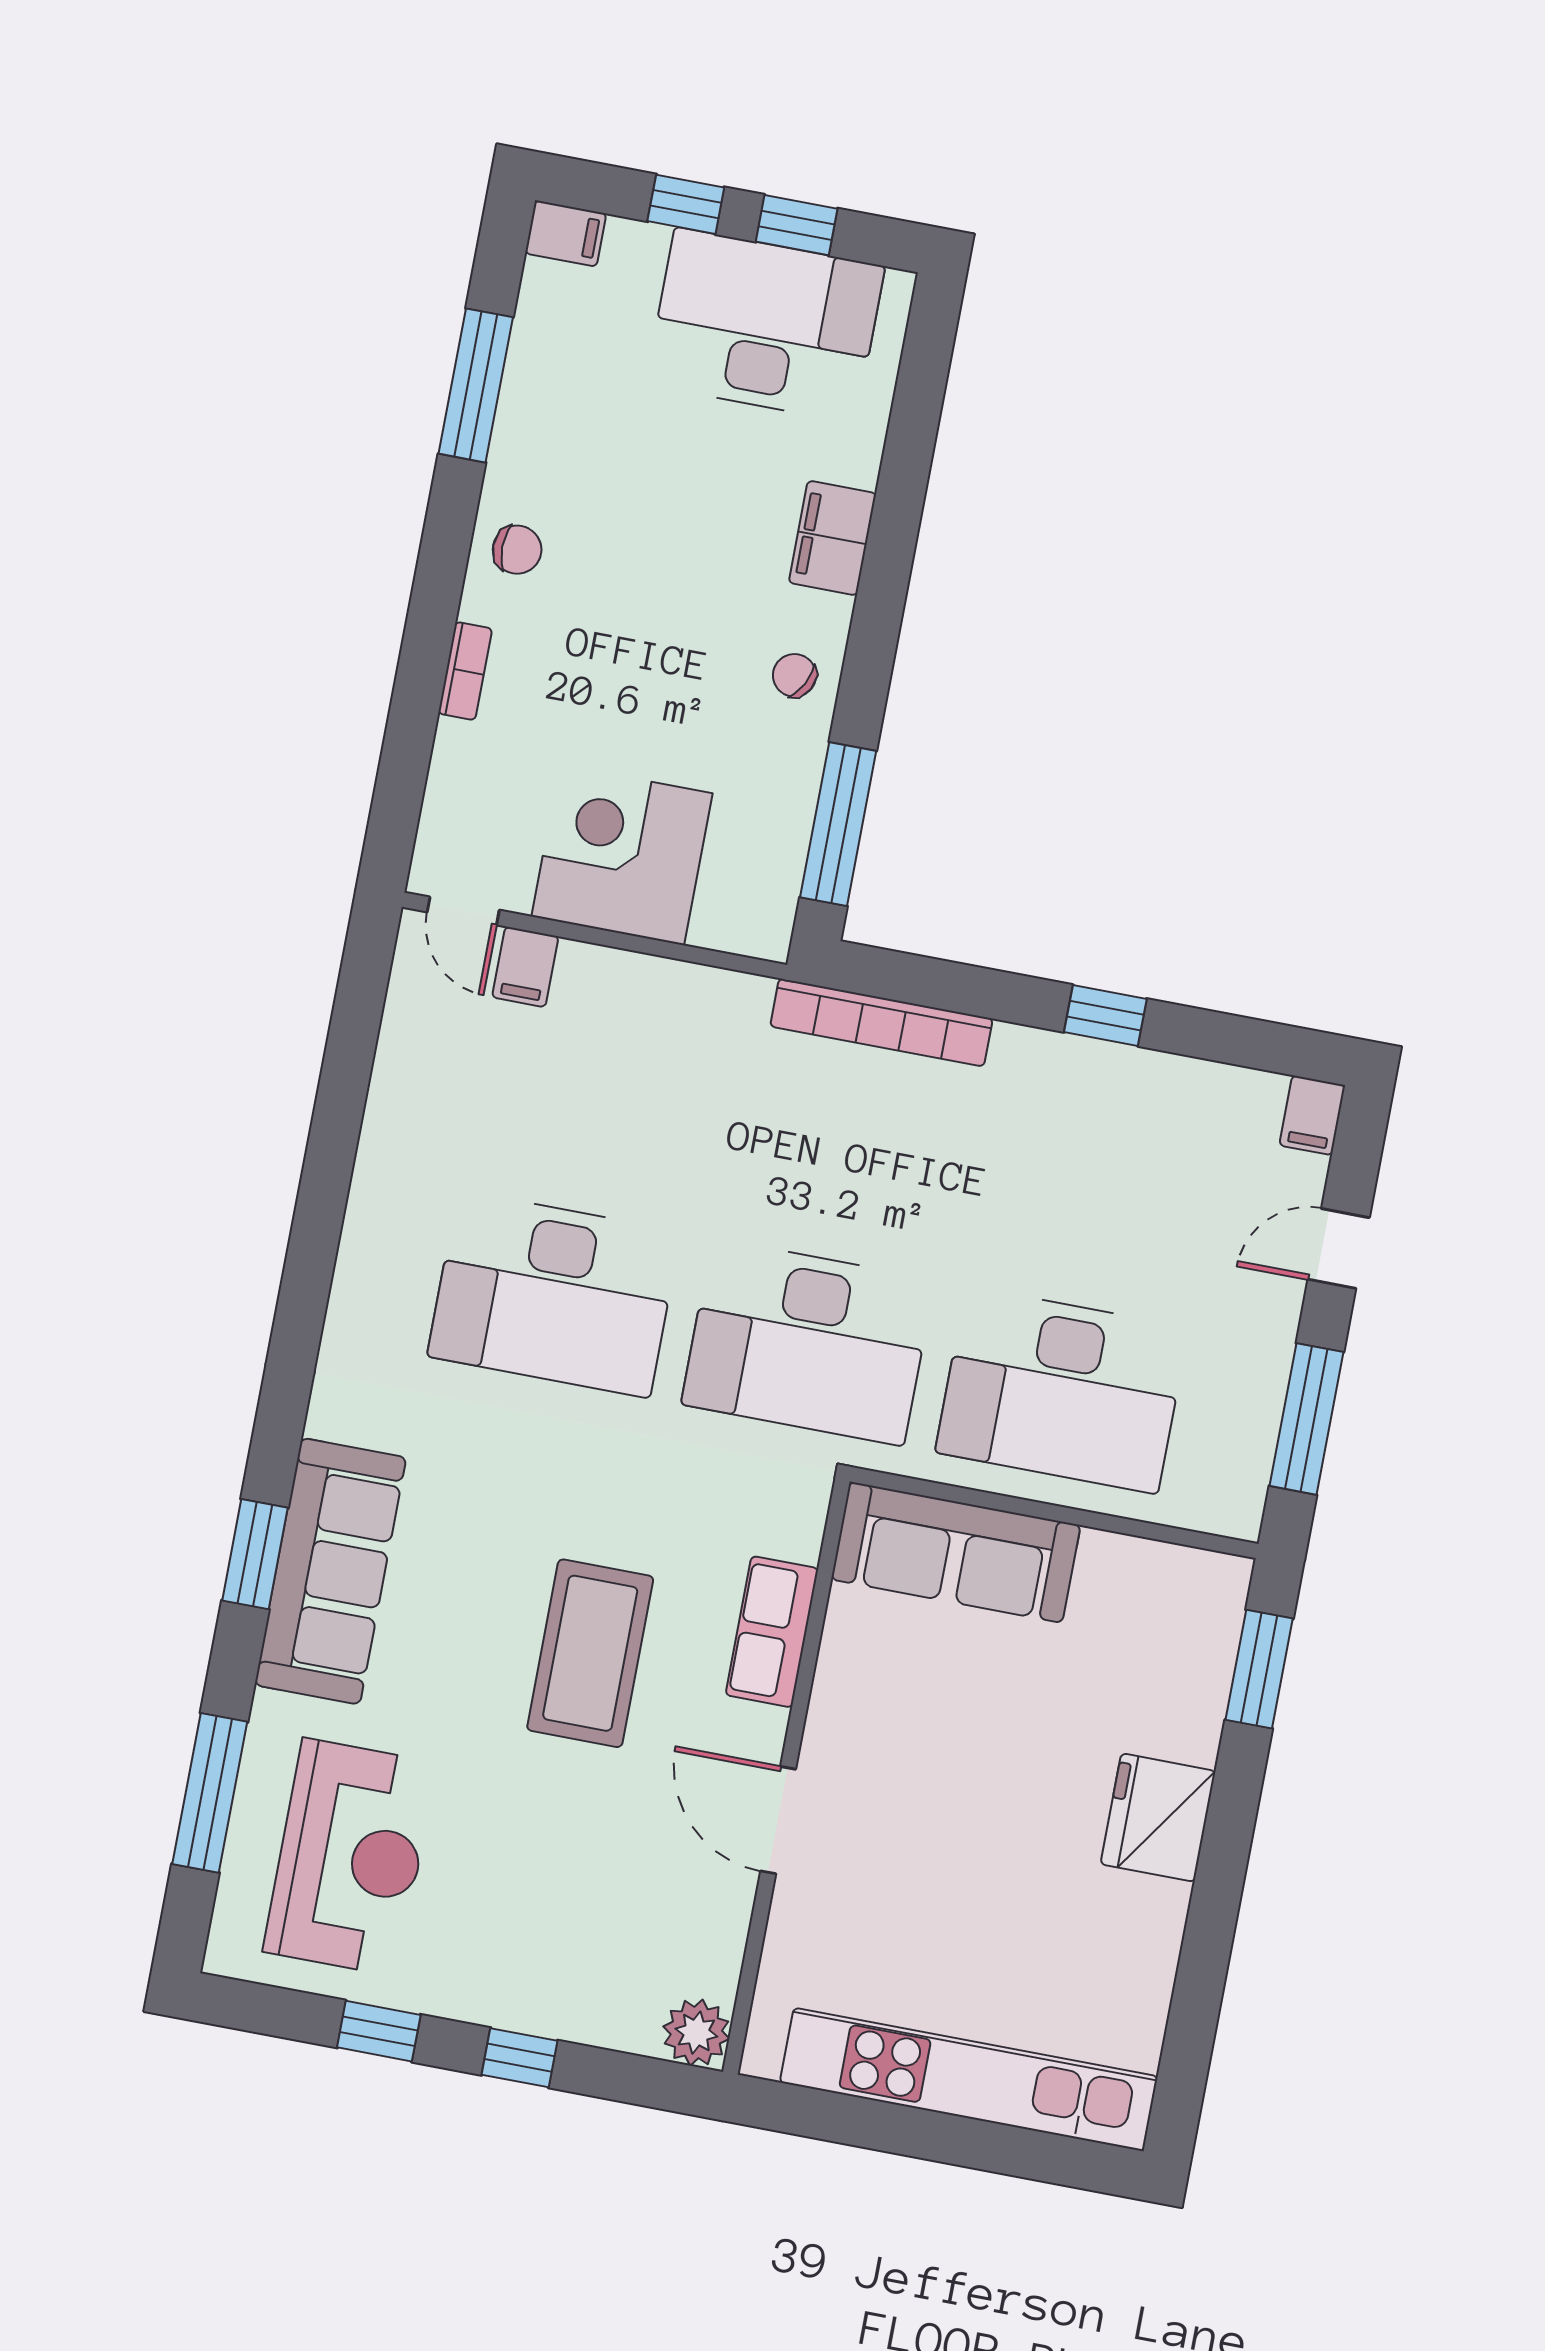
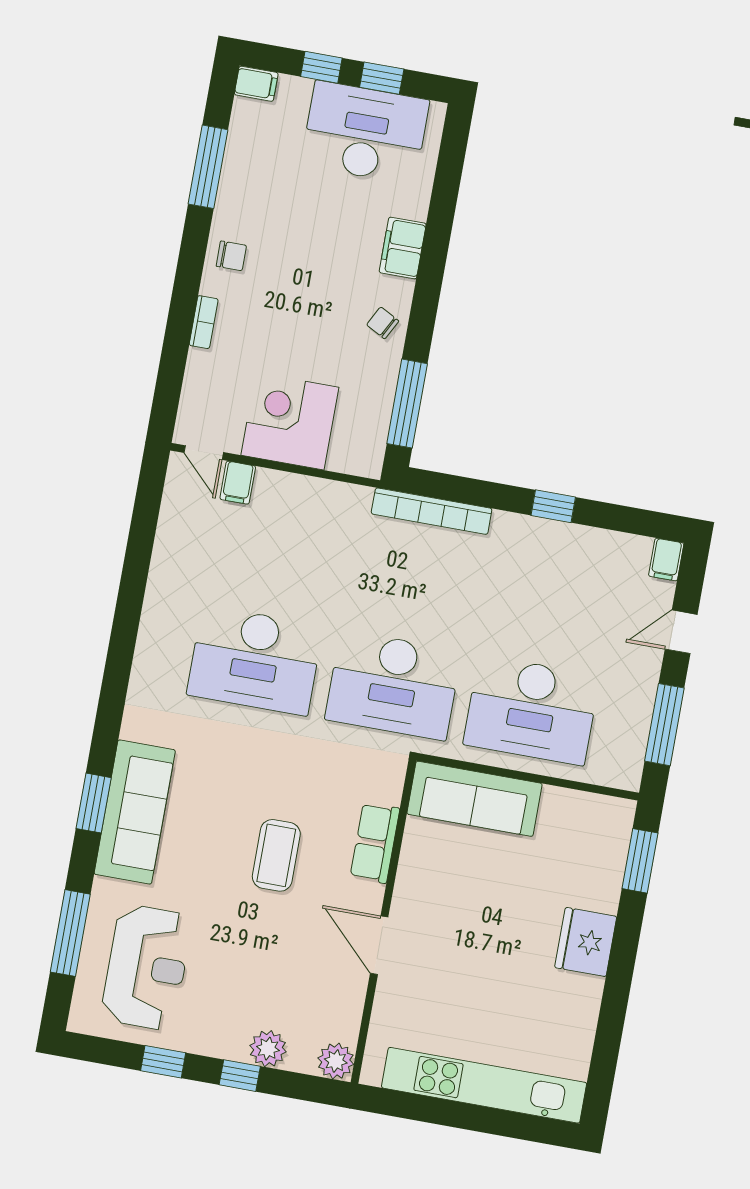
coffee table: (590, 1653) -> (276, 855), width x0.73, depth x0.76
plant: (572, 2009) -> (268, 1049), added

